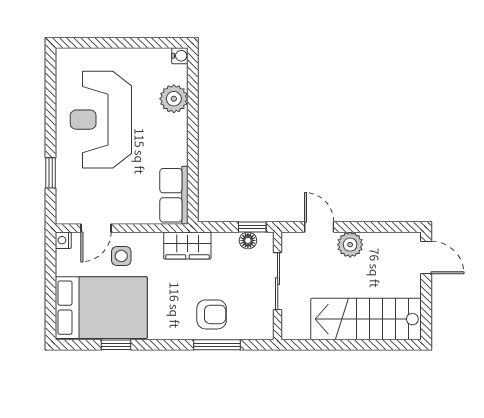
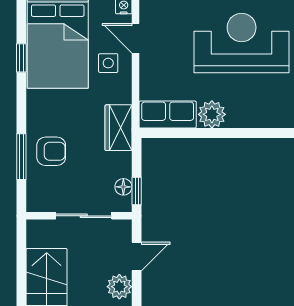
plant: (174, 99) -> (212, 114), moved
armchair: (212, 314) -> (51, 151), turned -90

